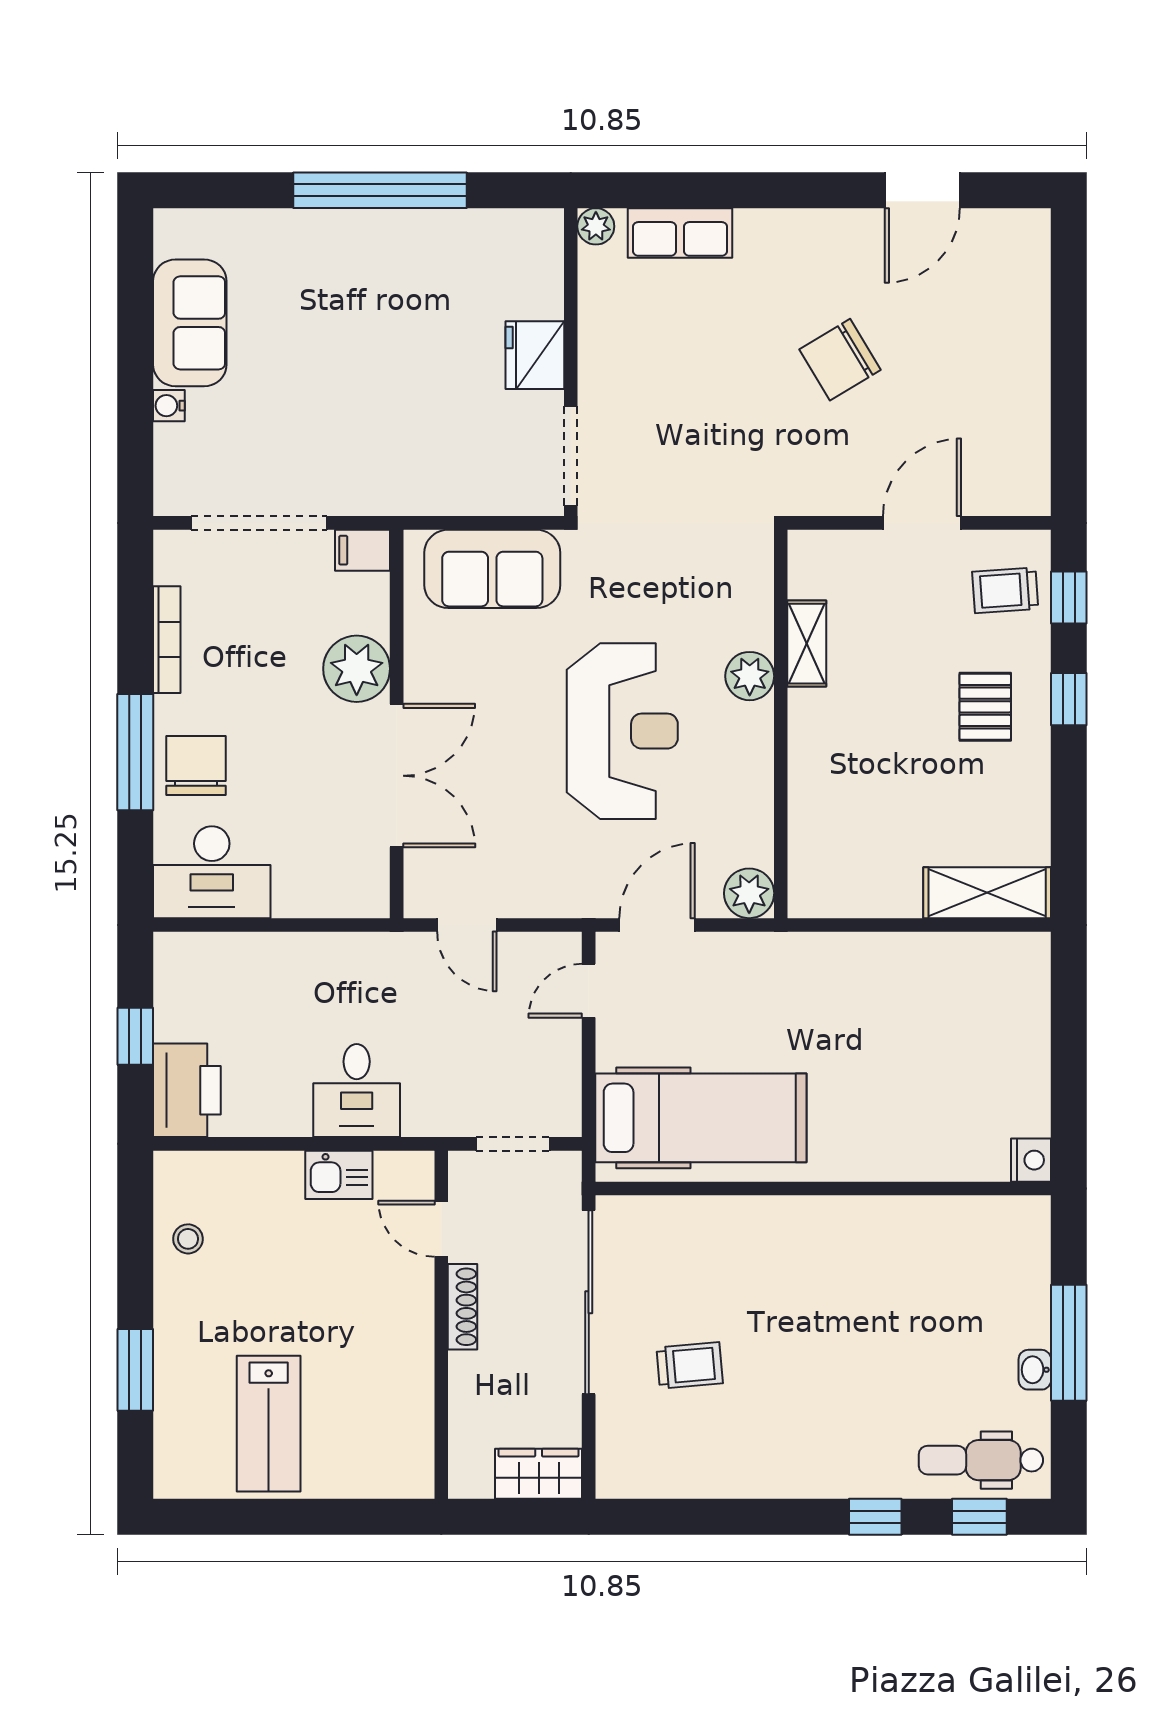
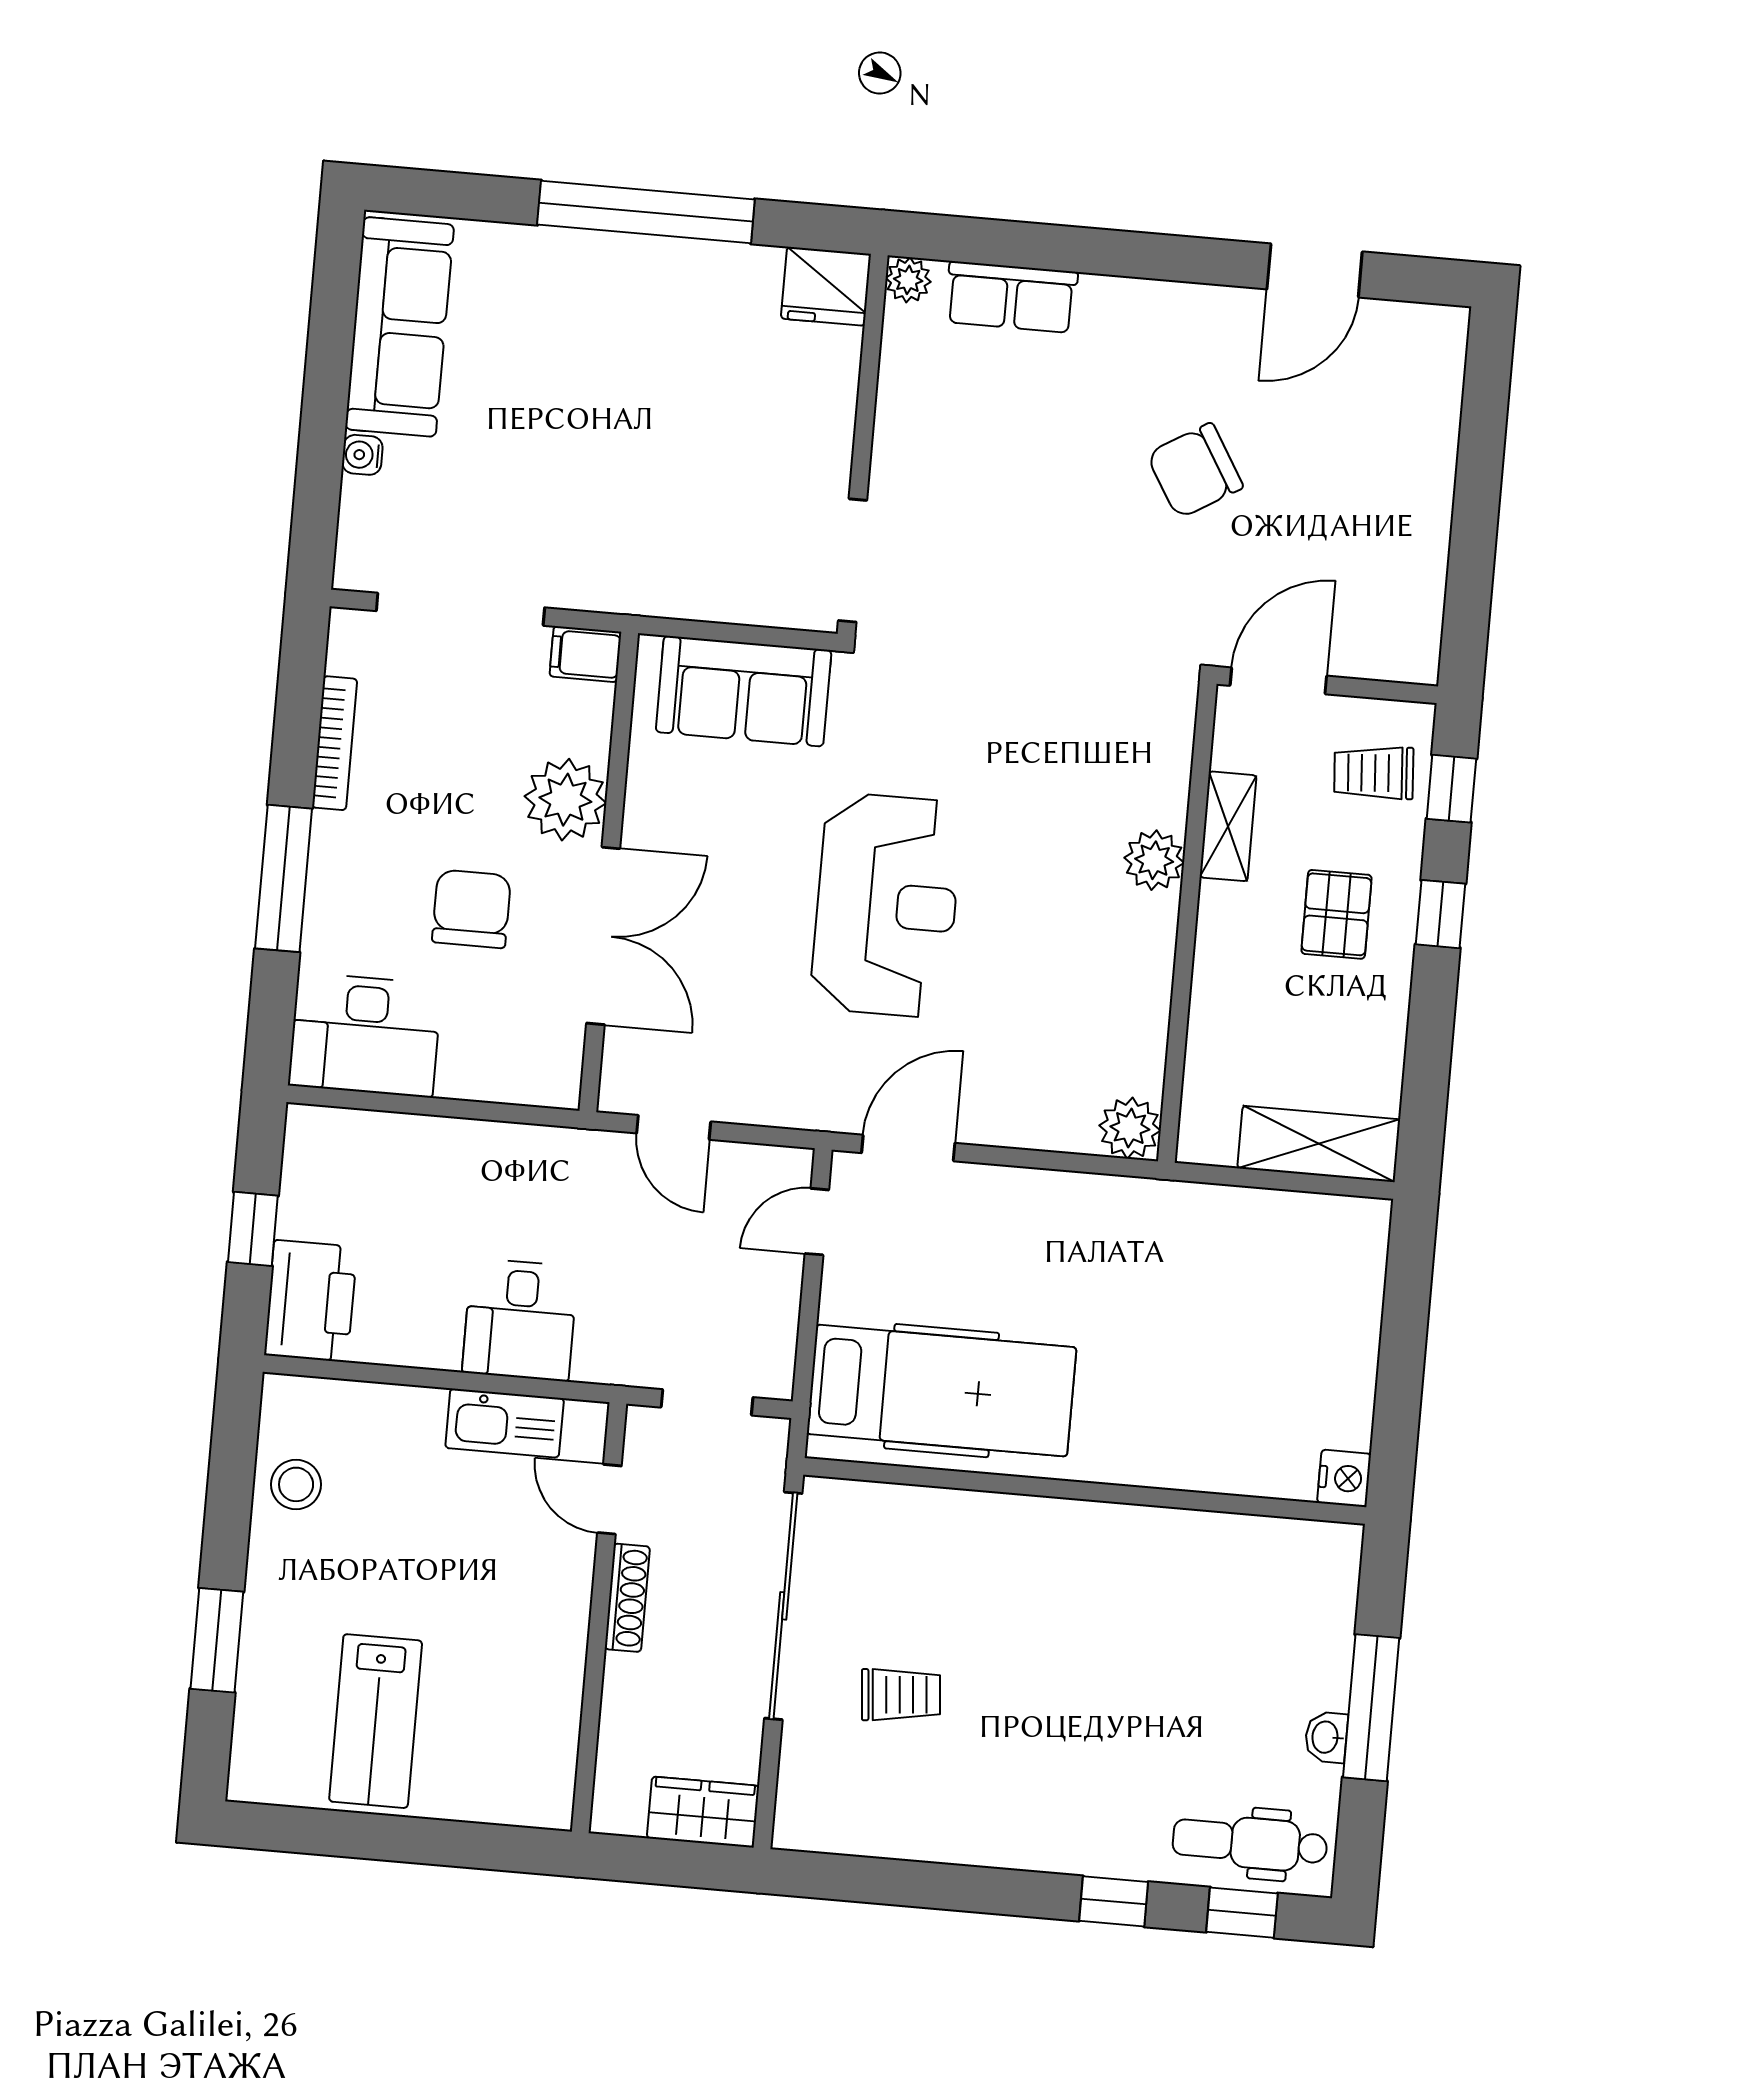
sofa: (190, 323) -> (400, 327), width x1.36
fridge: (535, 355) -> (826, 286), moved, turned -90
shelving: (807, 644) -> (1228, 826), moved
plant: (750, 676) -> (1154, 860), moved
wall: (781, 724) -> (1187, 923), moved
chair: (196, 766) -> (471, 909), moved
plant: (749, 893) -> (1130, 1128), moved
kitchen sink: (339, 1175) -> (505, 1423), width x1.38
stool: (188, 1239) -> (296, 1484), width x1.37, depth x1.37

